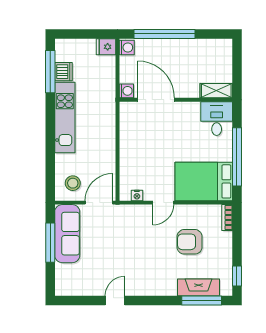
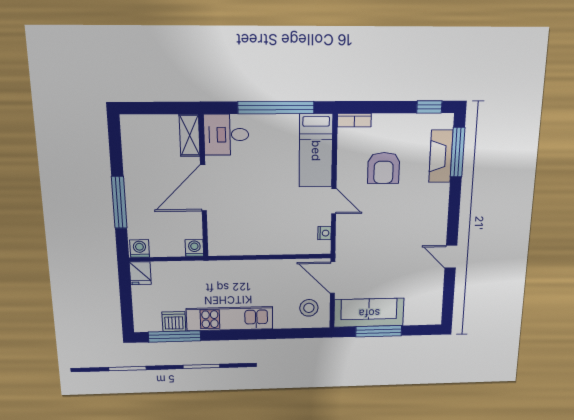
window: (164, 34) -> (119, 202), width x0.68
door: (156, 100) -> (203, 188), moved
bed: (204, 181) -> (316, 151), width x0.67

